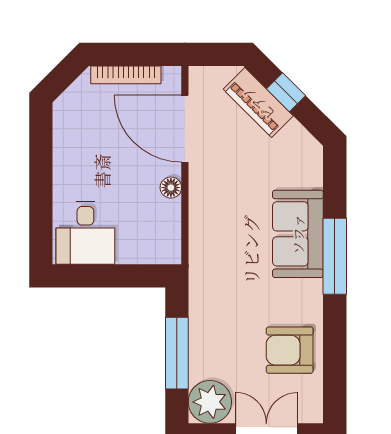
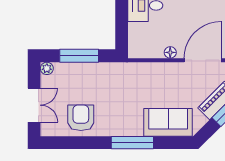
sofa: (298, 234) -> (168, 122), moved
plant: (210, 402) -> (47, 68), width x0.53, depth x0.53

